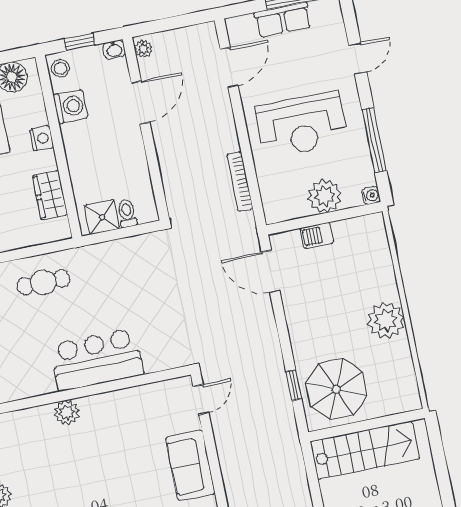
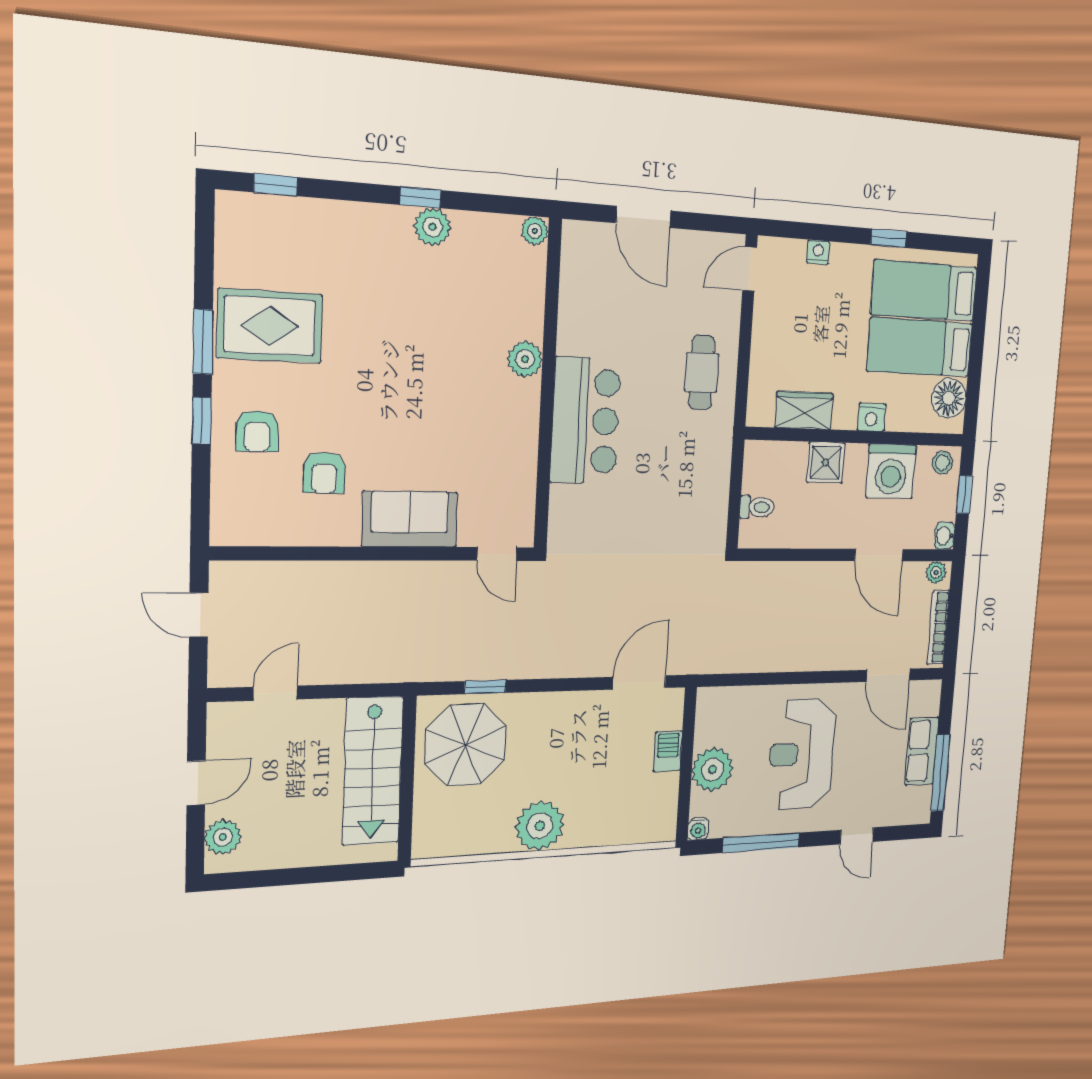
washing machine: (70, 106) -> (891, 471), width x1.37, depth x1.37
bookcase: (240, 182) -> (938, 627), moved, turned -90
shower: (102, 217) -> (826, 462), moved

